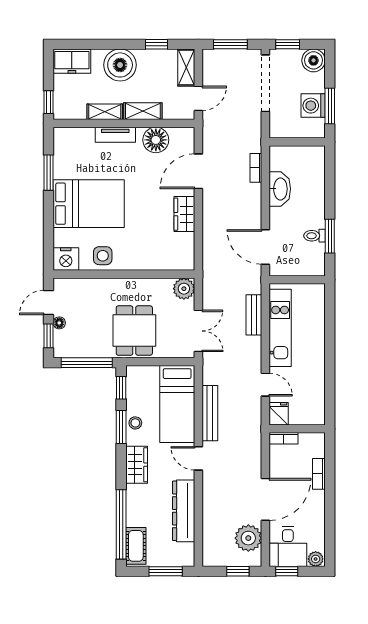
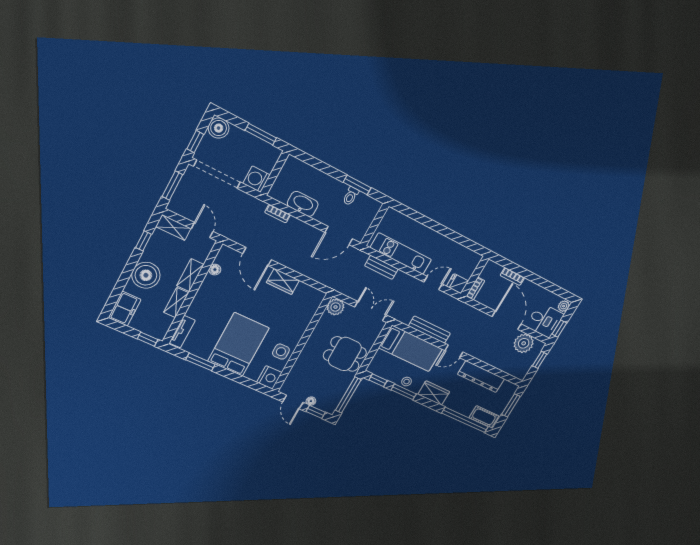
washing machine: (313, 106) -> (256, 179), moved, turned 90
tv unit: (115, 135) -> (182, 332), moved
floor lamp: (156, 140) -> (215, 270), width x0.53, depth x0.53

